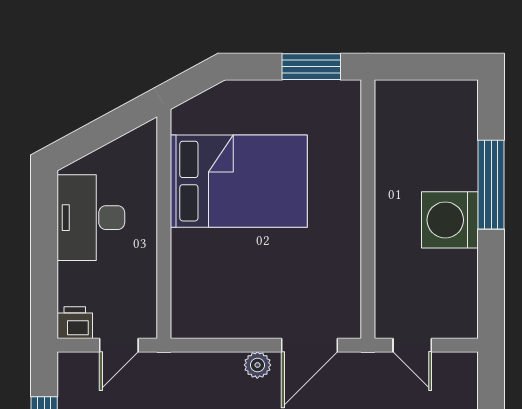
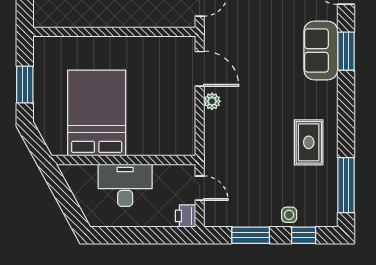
window: (311, 67) -> (25, 85), moved
desk: (91, 218) -> (125, 185), moved, turned 180

